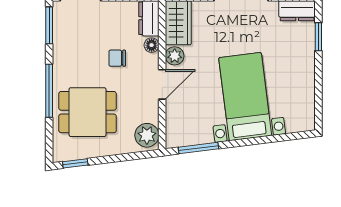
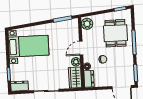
bed with nightstands: (245, 97) -> (29, 46), moved, turned -83
dining table: (88, 112) -> (116, 33), turned 90

